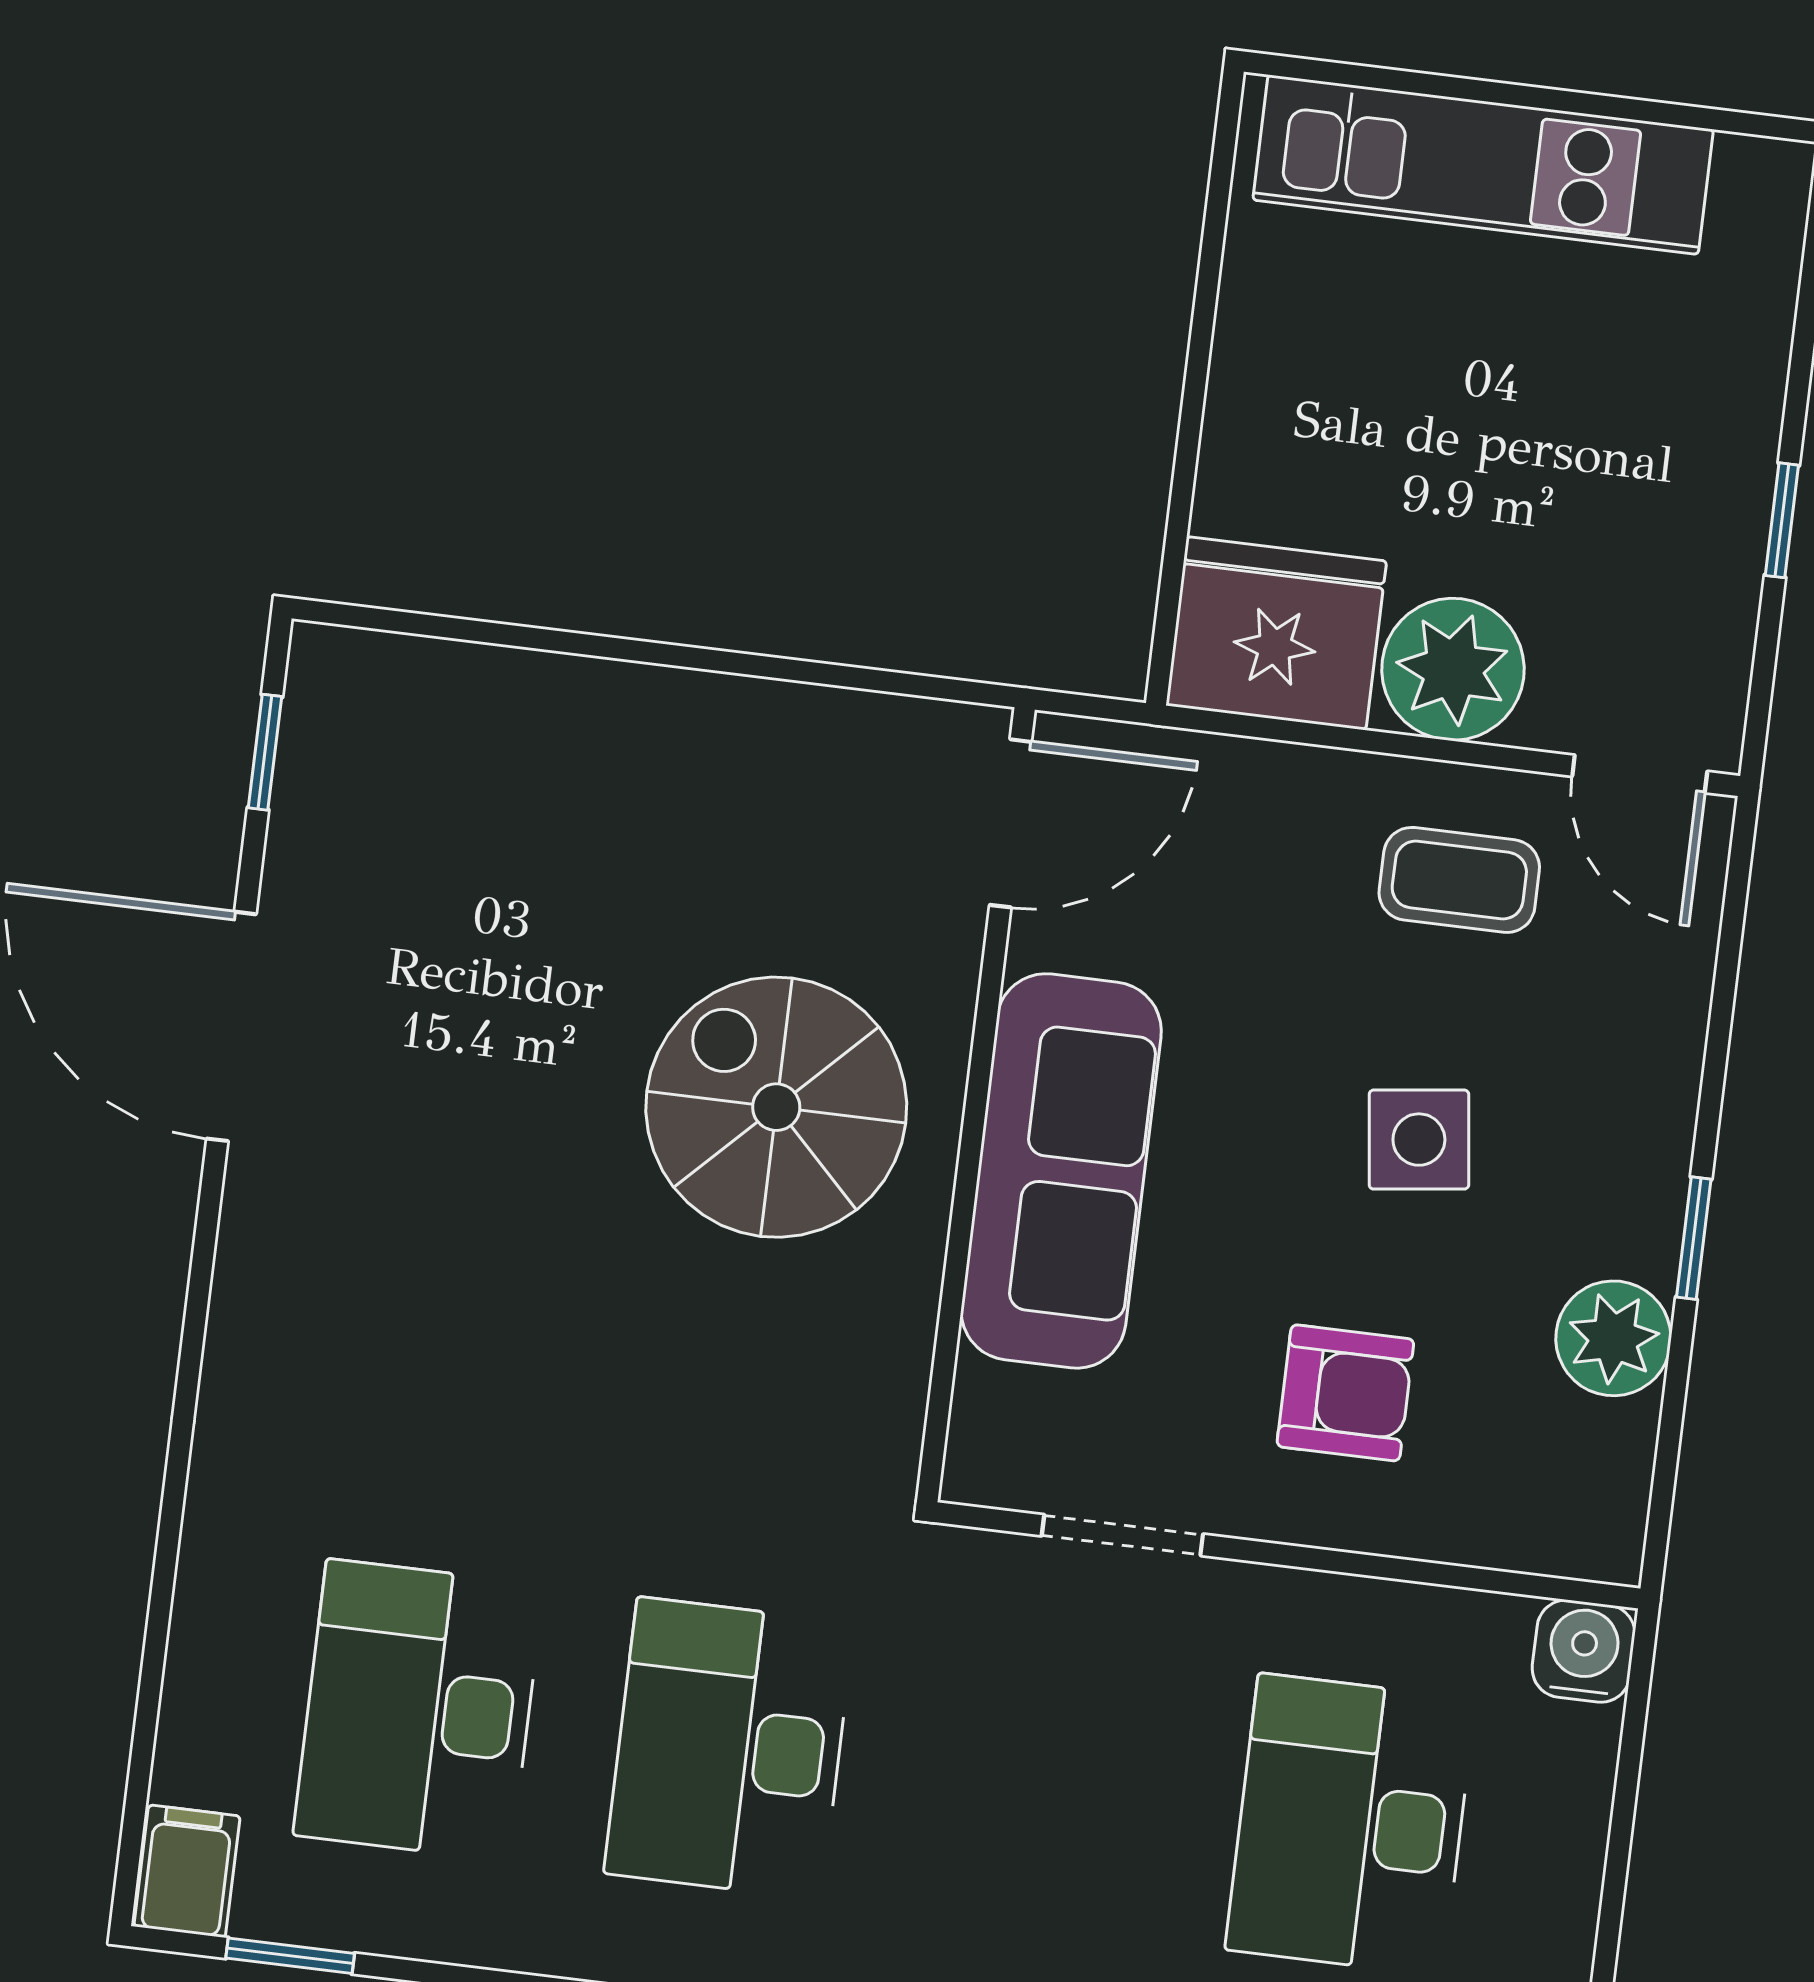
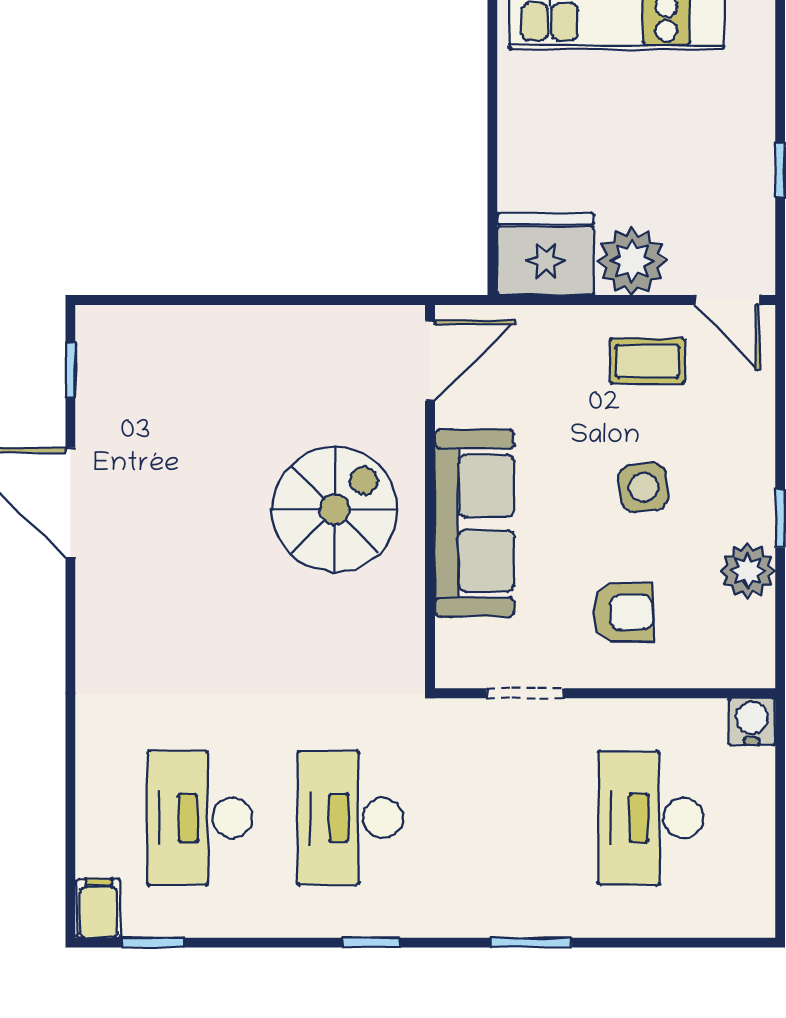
spiral stairs: (776, 1107) -> (335, 509), turned 90

